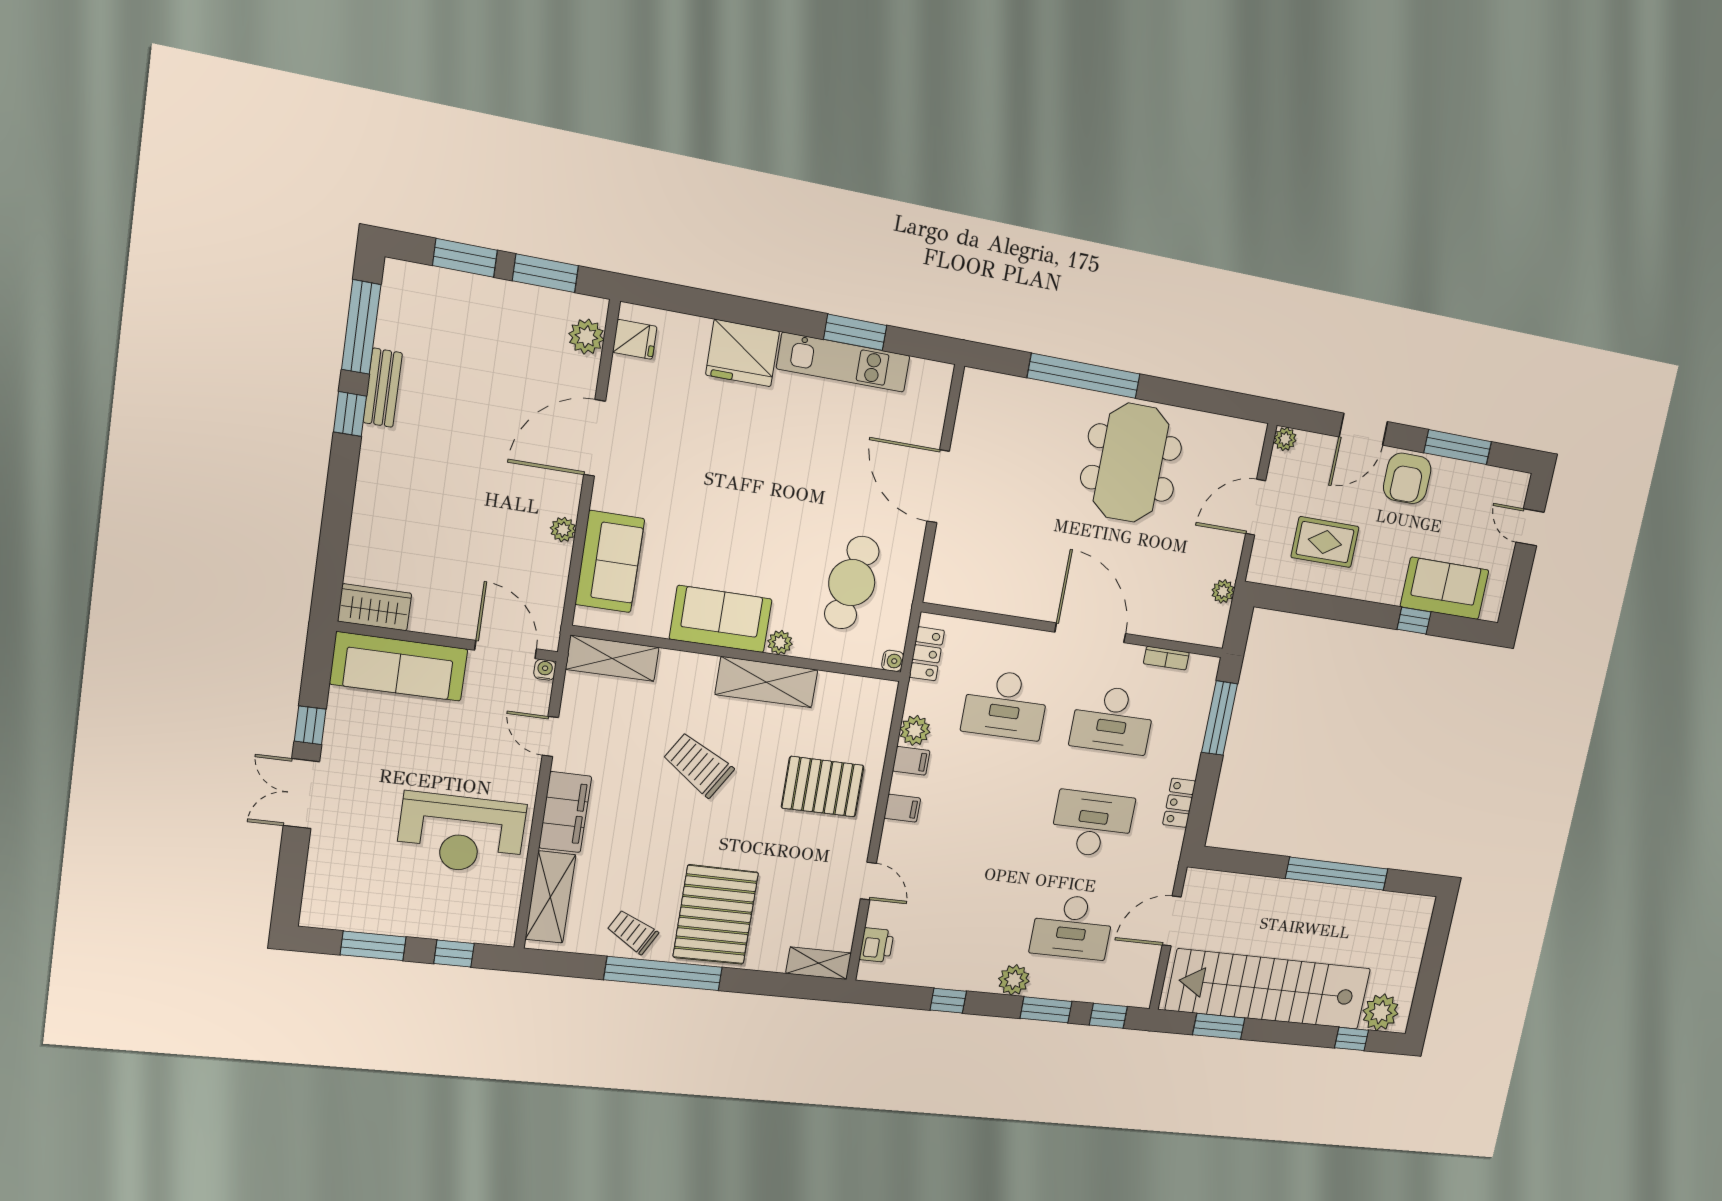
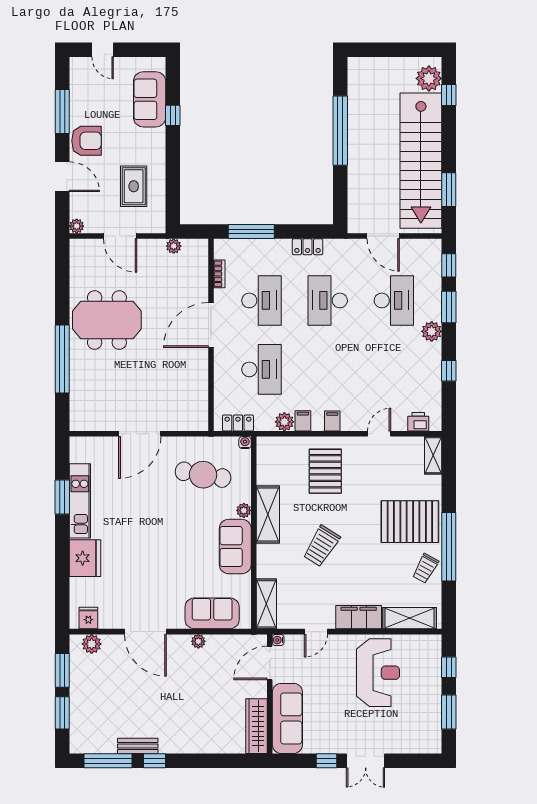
door: (1530, 527) -> (103, 50), hinge flipped
wardrobe: (375, 607) -> (256, 726), width x1.50

